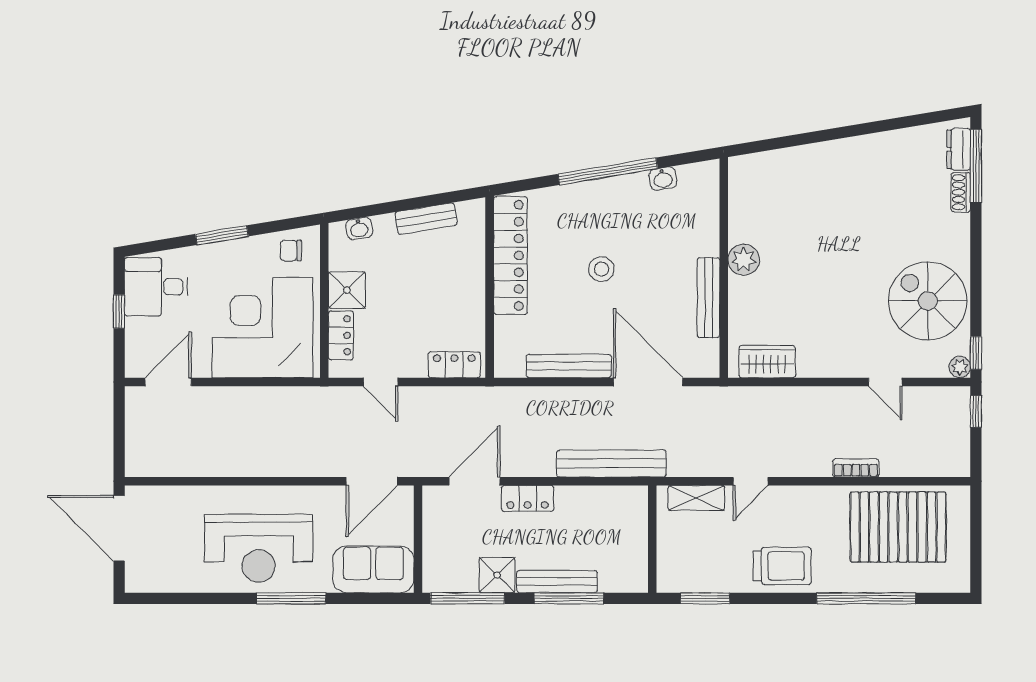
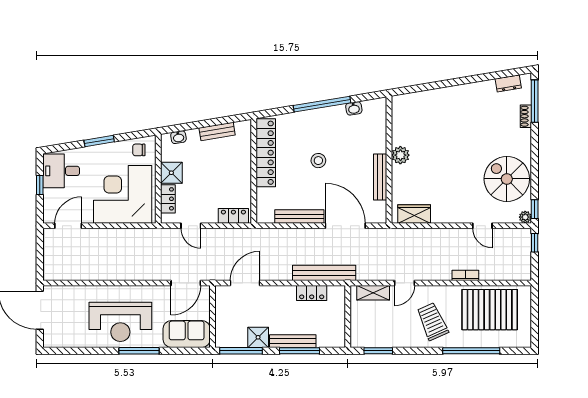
dresser: (959, 149) -> (508, 83), moved, turned -99
locker: (528, 498) -> (312, 293), moved
trolley: (782, 566) -> (432, 321), moved, turned -114

